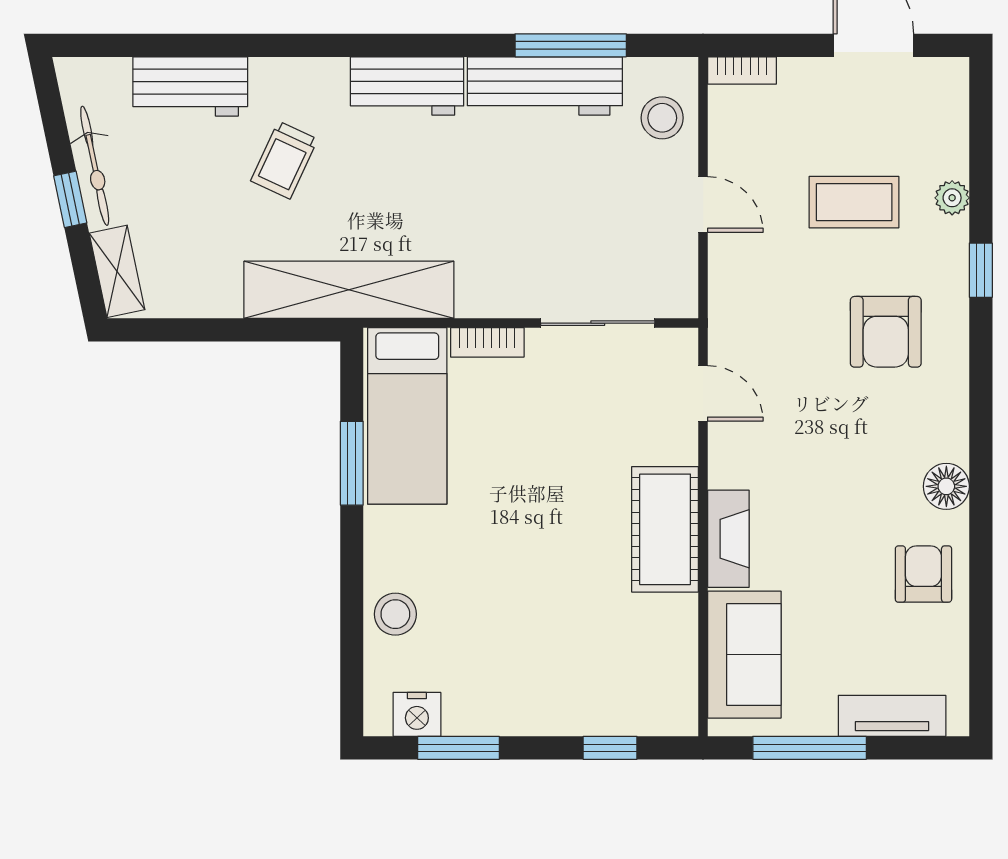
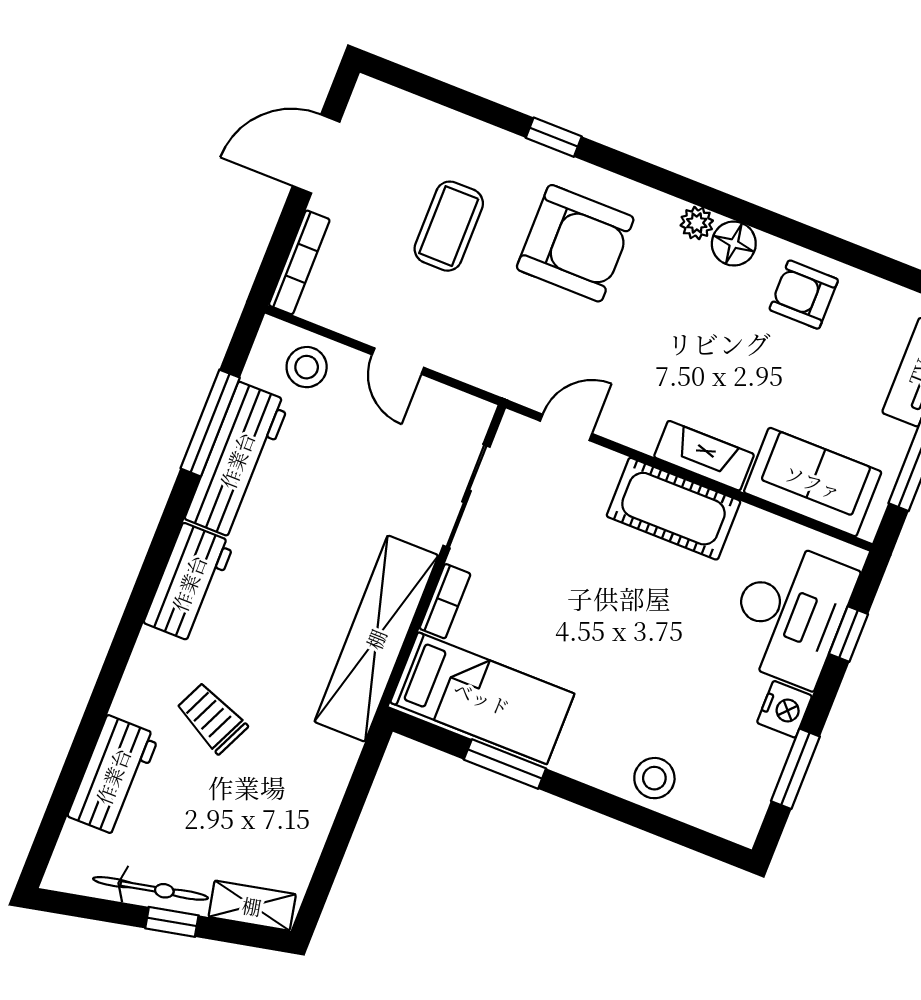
bookcase: (742, 71) -> (299, 262), width x1.56
trolley: (284, 160) -> (212, 718), turned 180
plant: (952, 198) -> (697, 223), moved
door: (703, 204) -> (398, 361), swing flipped
shelving: (349, 290) -> (376, 639), moved
armchair: (886, 332) -> (575, 243), width x1.36, depth x1.36
desk: (608, 683) -> (790, 613), added
nightstand: (417, 714) -> (784, 709), moved

